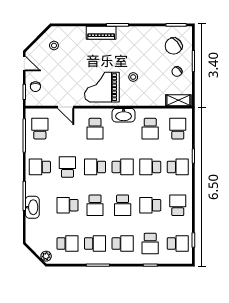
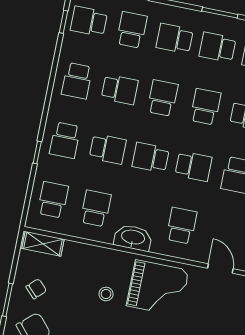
school desk: (178, 129) -> (53, 200), turned 180
school desk: (178, 167) -> (65, 140), turned -90

